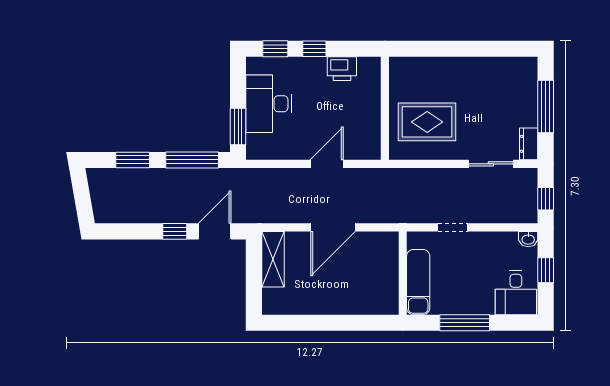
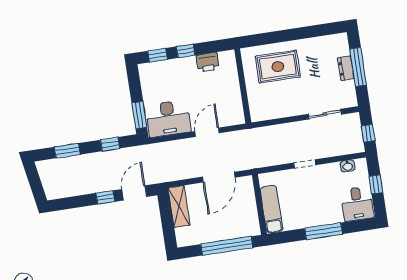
desk: (269, 104) -> (168, 119), moved, turned -90
rug: (427, 122) -> (278, 67), moved
dresser: (529, 144) -> (346, 68), moved
window: (192, 160) -> (110, 144), width x0.46
washbasin: (528, 239) -> (348, 166), moved
wall: (403, 273) -> (259, 204), moved
exam couch: (418, 282) -> (272, 209), moved
window: (330, 323) -> (227, 246), added

